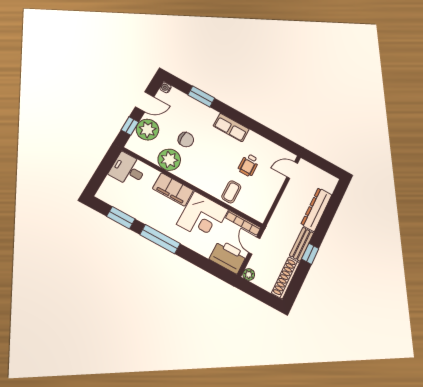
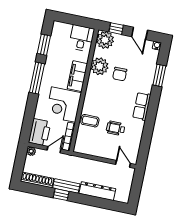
plant: (147, 130) -> (105, 40), moved

